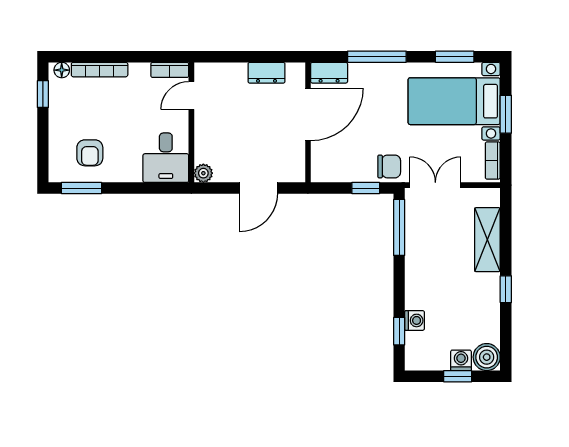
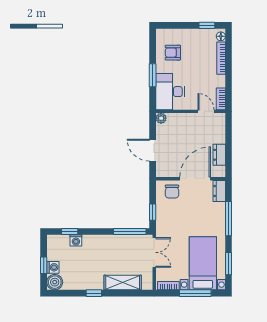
door: (308, 114) -> (195, 179), swing flipped
window: (506, 114) -> (195, 293), width x1.44
desk: (166, 158) -> (170, 92), width x1.37
chair: (389, 166) -> (172, 191), moved
window: (81, 188) -> (153, 75), moved

